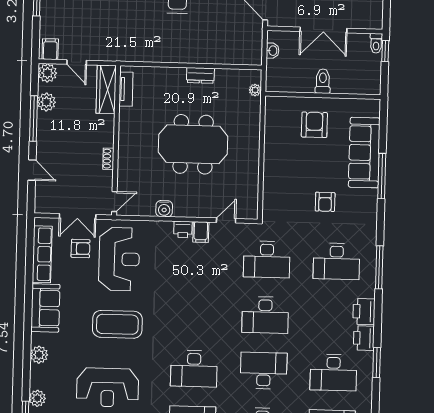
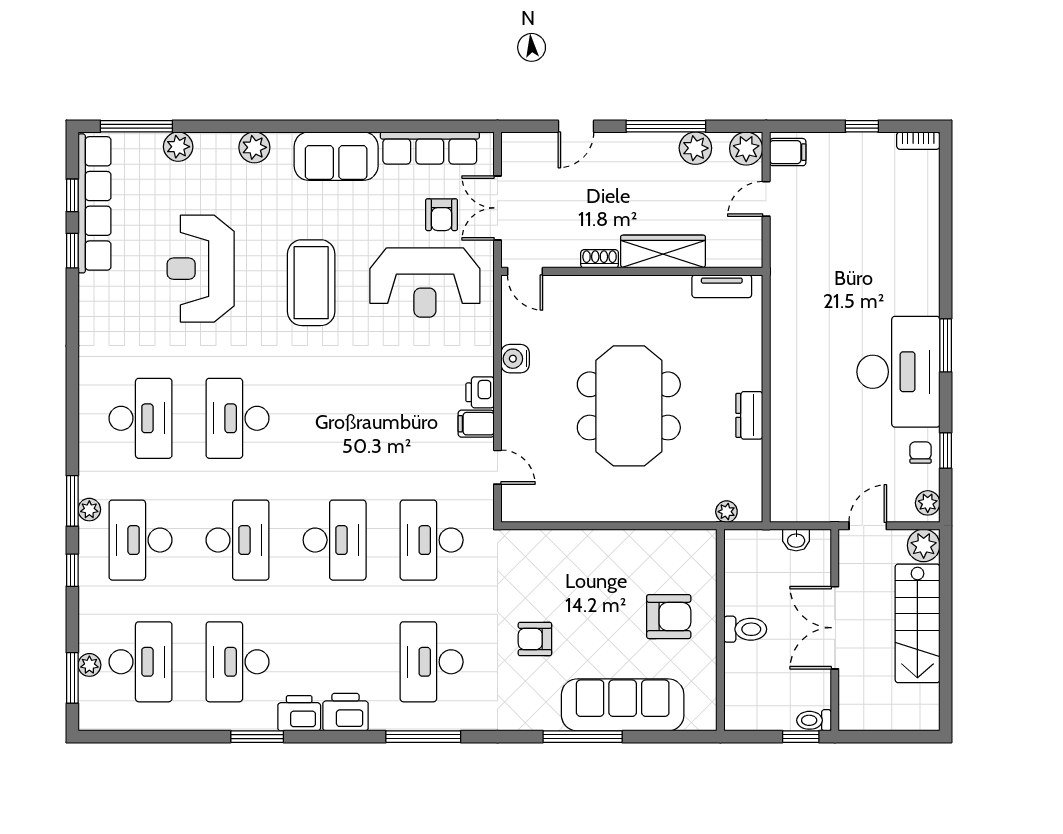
wardrobe: (106, 89) -> (663, 252), moved
desk: (265, 315) -> (335, 540), turned 180

